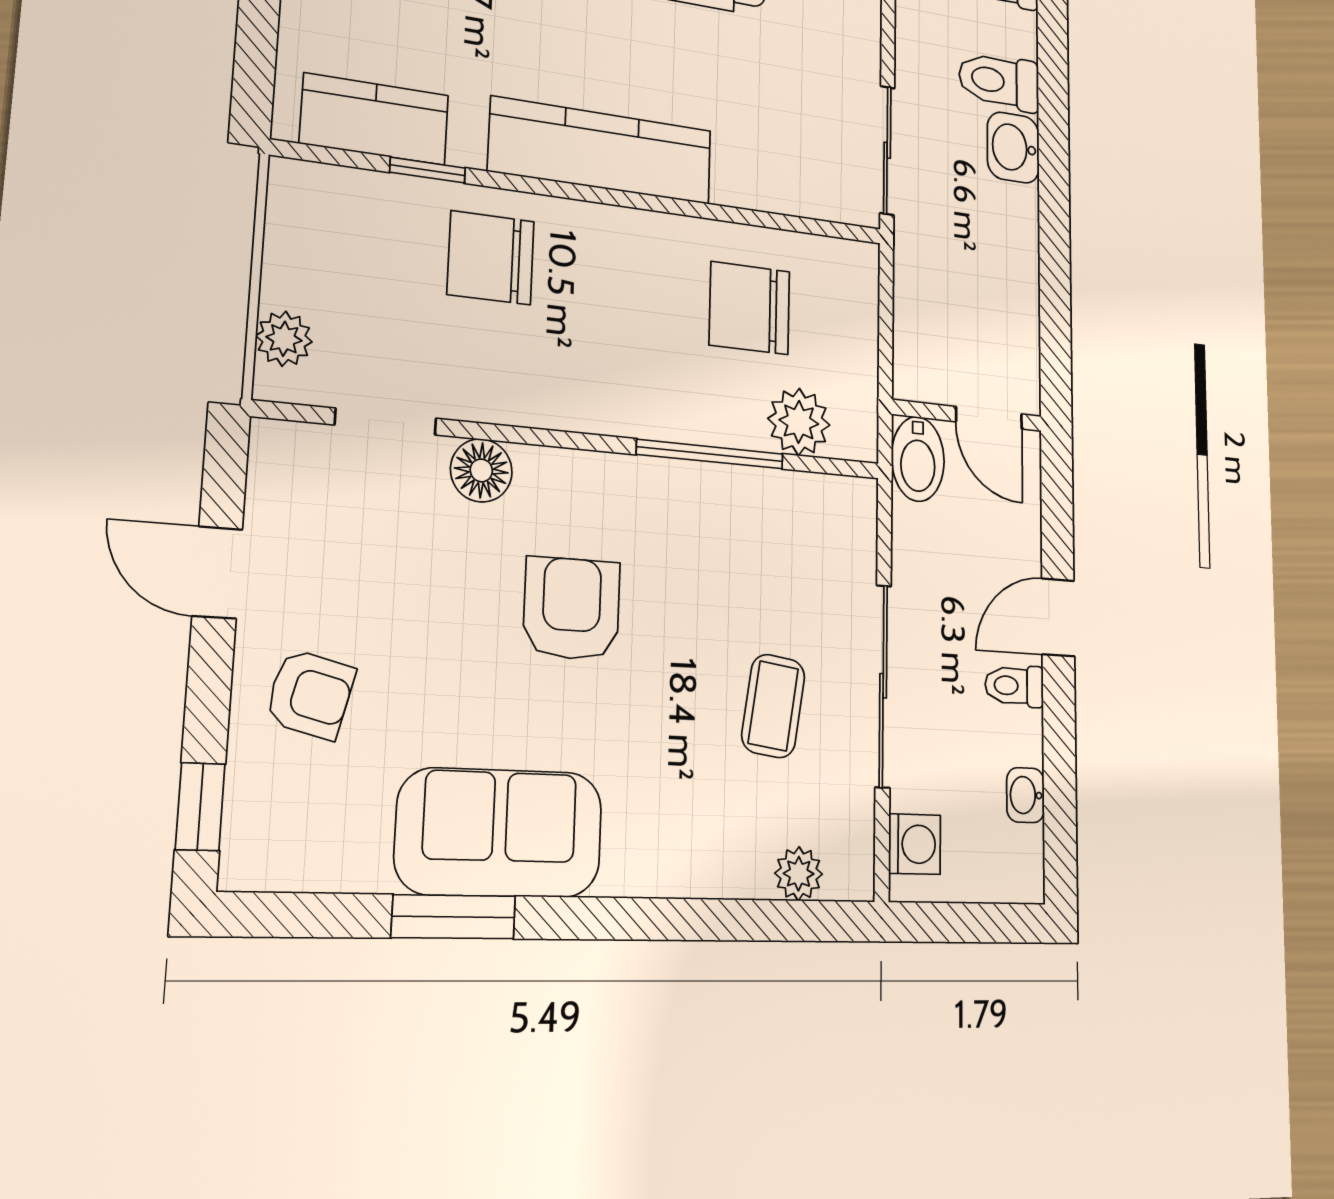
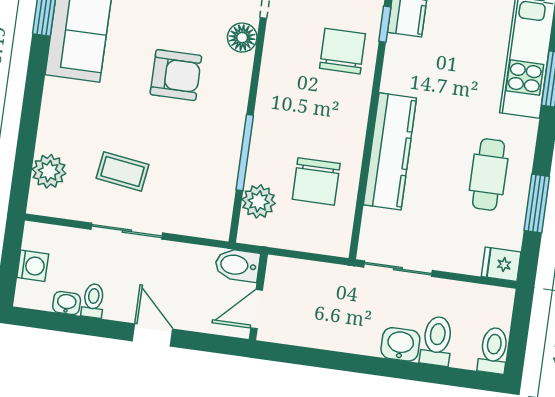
kitchen counter: (601, 151) -> (390, 151), moved
chair: (750, 308) -> (316, 181), turned 180
sliding door: (883, 686) -> (127, 231), width x0.73
toilet: (1014, 686) -> (93, 301), moved
washing machine: (915, 844) -> (33, 266), moved, turned -90
plant: (799, 874) -> (49, 171), width x1.38, depth x1.38

